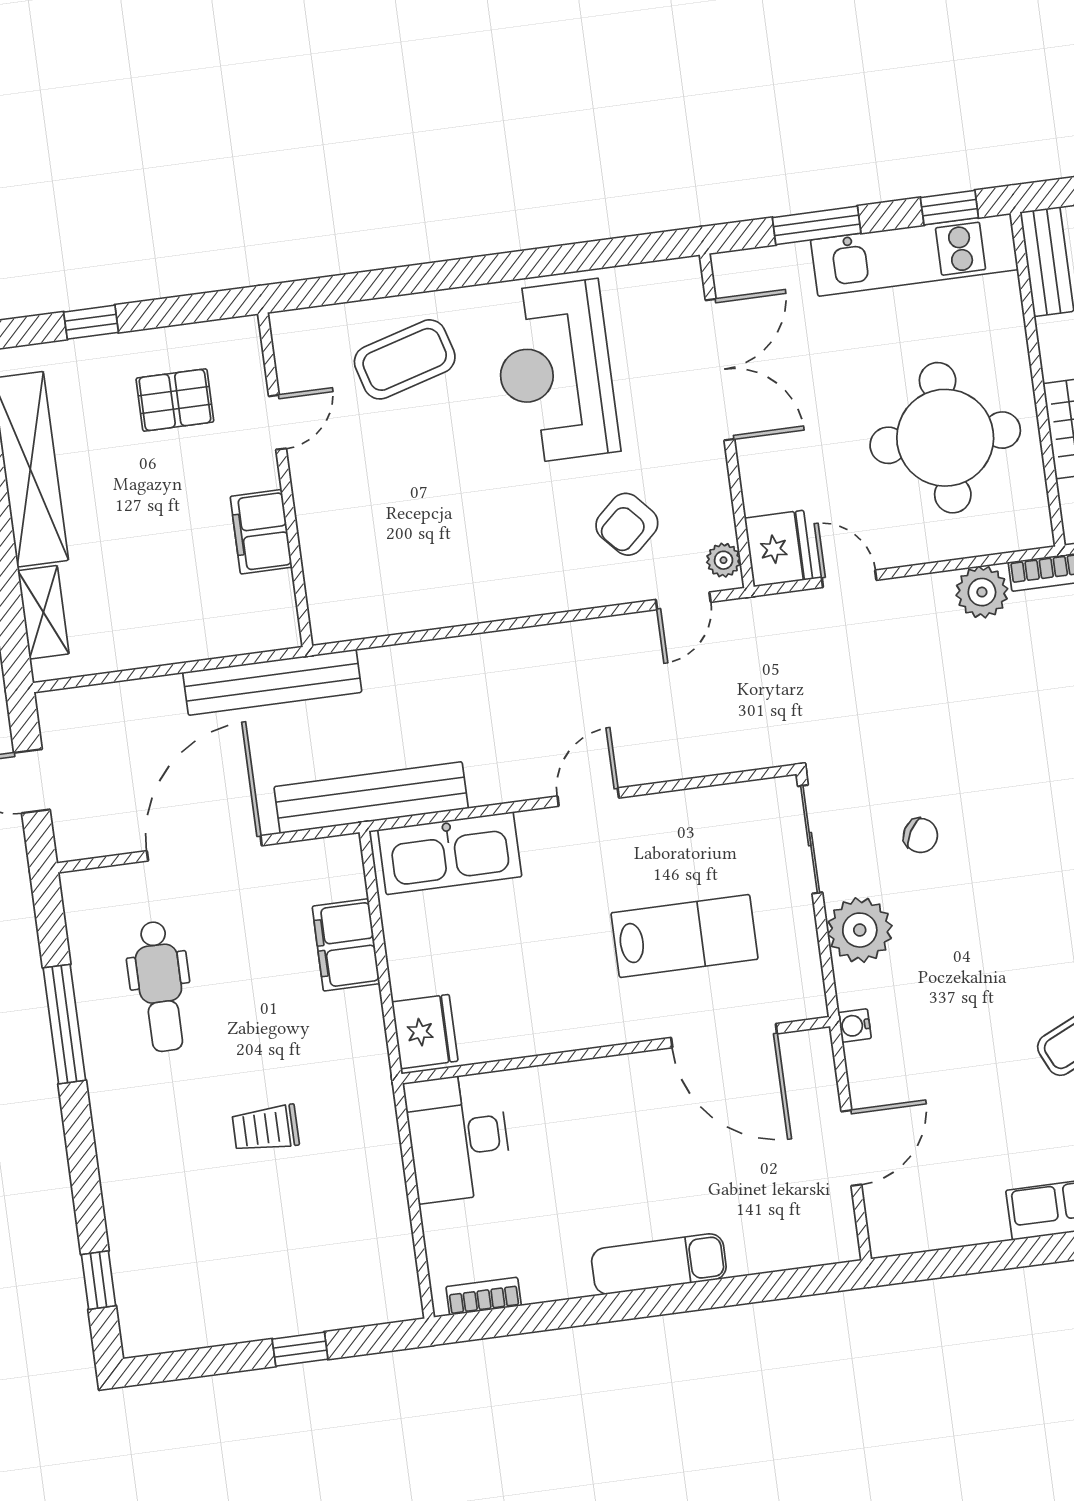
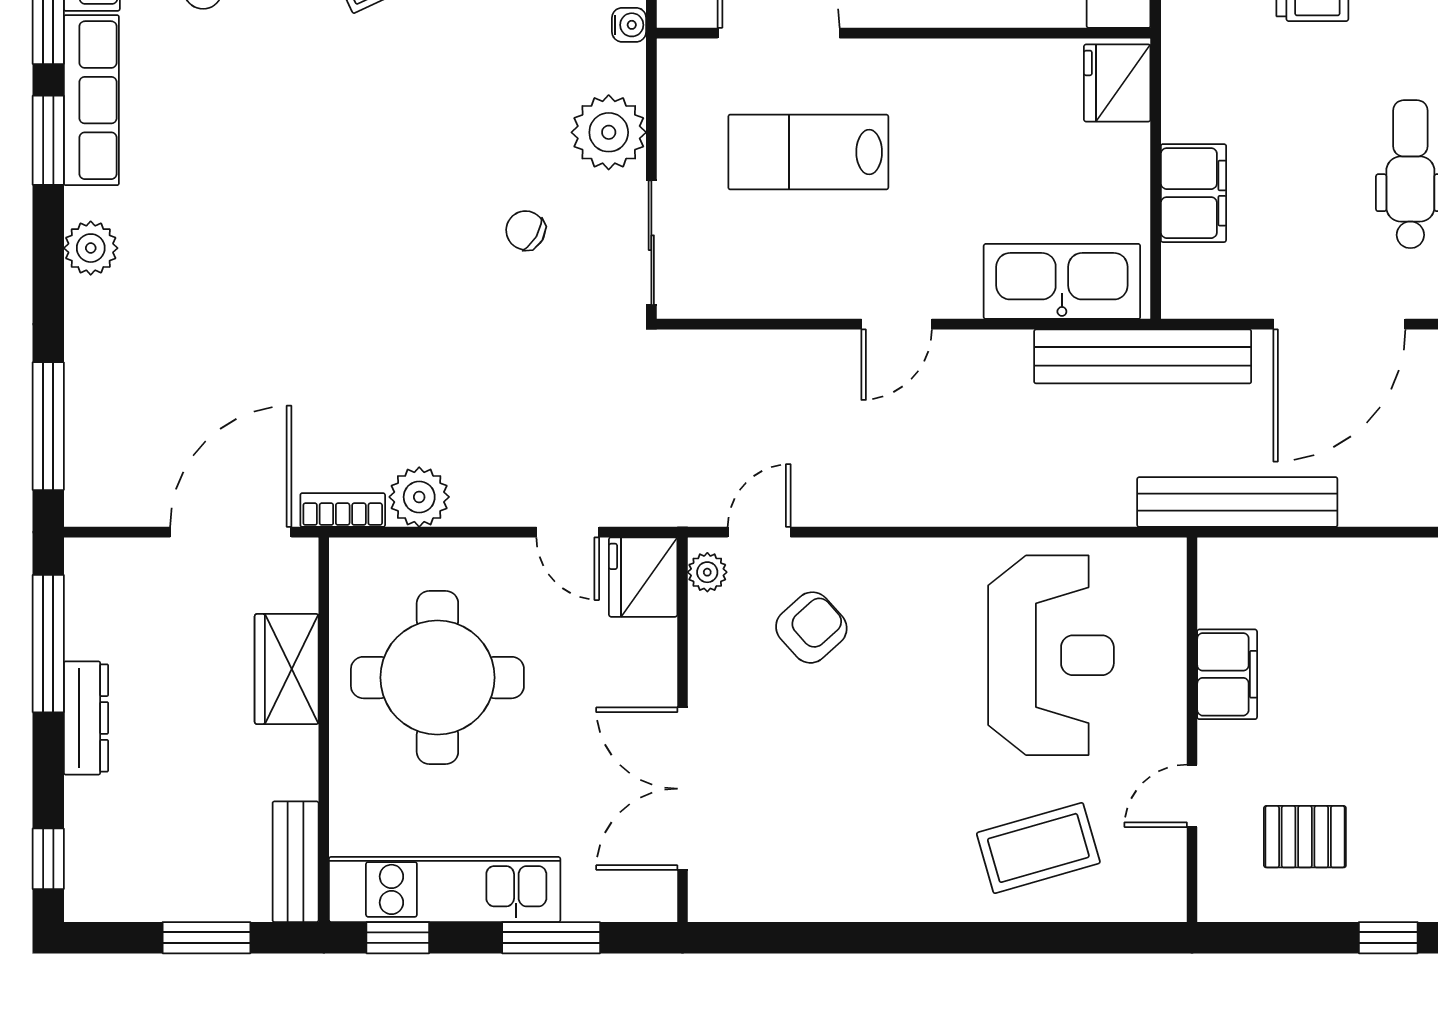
reception desk: (555, 372) -> (1051, 655), moved

